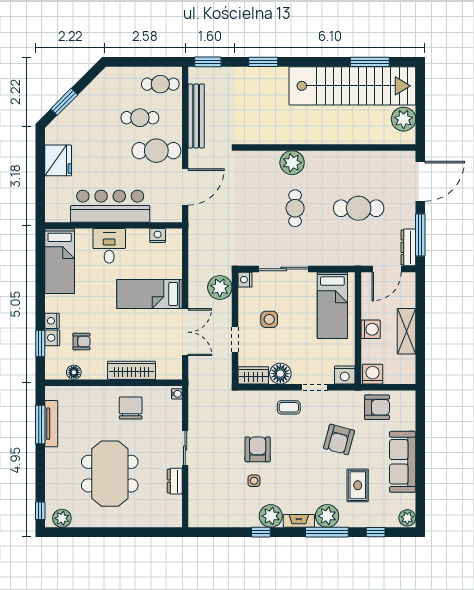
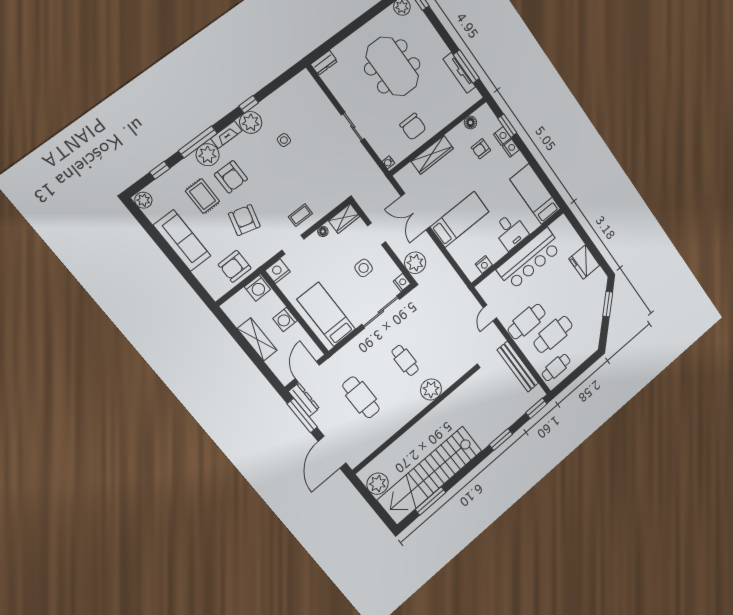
cafe table: (140, 118) -> (553, 334), width x1.37, depth x1.35
door: (185, 187) -> (490, 313), width x0.53
cafe table: (359, 208) -> (361, 397), turned 90
floor lamp: (280, 374) -> (323, 231), width x0.53, depth x0.53
armchair: (258, 449) -> (231, 177), moved
dresser: (175, 481) -> (324, 63), moved, turned 90

